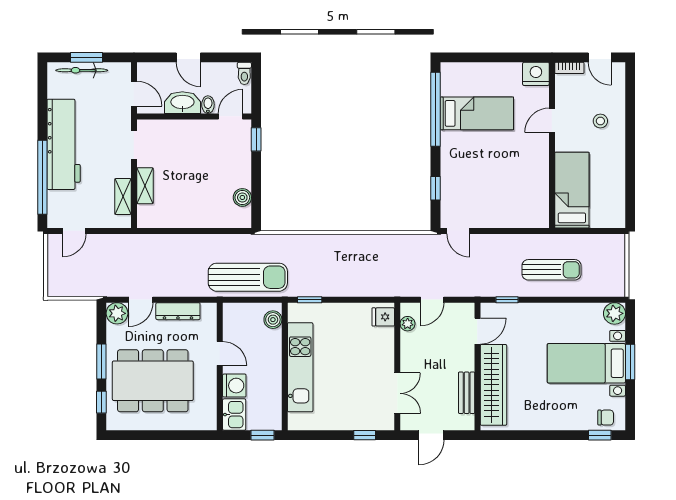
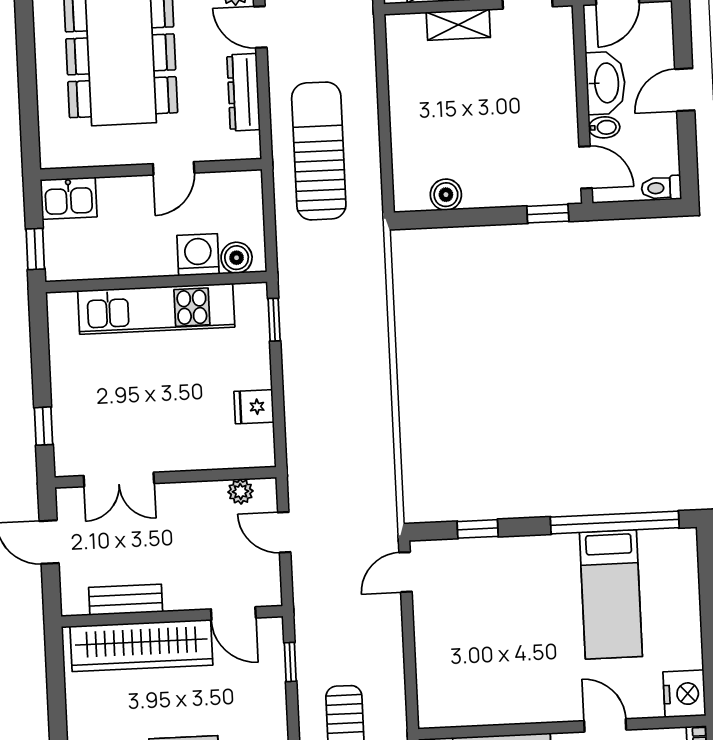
sun lounger: (248, 277) -> (319, 151), moved, turned 180
fridge: (383, 317) -> (254, 407), moved, turned -90
washing machine: (234, 386) -> (198, 255), moved, turned 180

